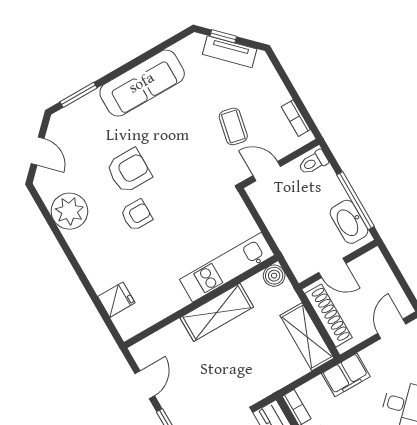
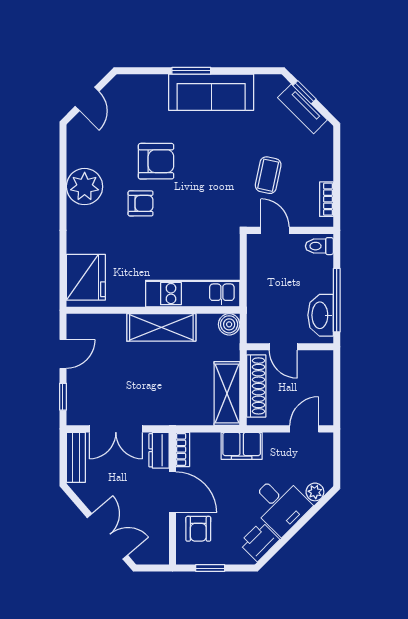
window: (79, 95) -> (191, 71), moved
plant: (69, 211) -> (85, 187), moved
fridge: (116, 300) -> (86, 277), width x1.88, depth x1.34

